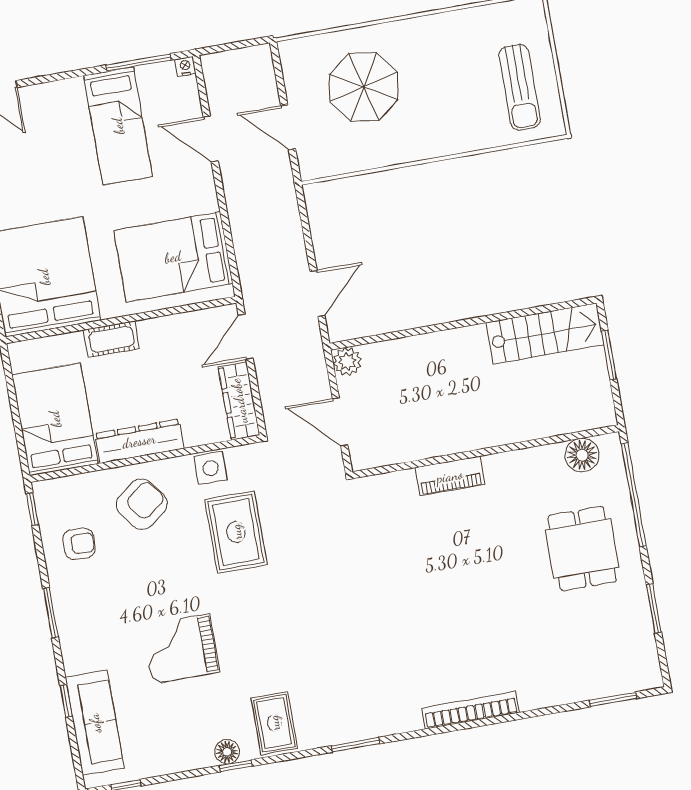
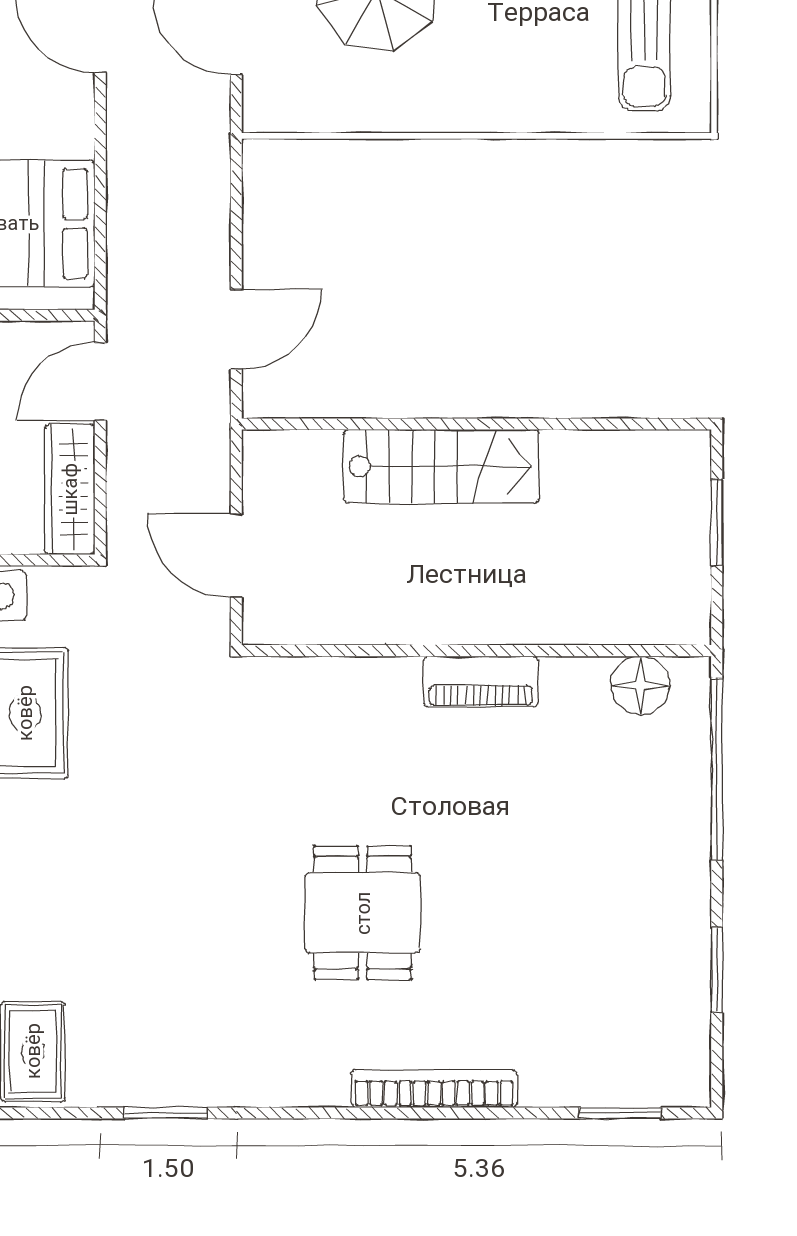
stairs: (545, 333) -> (441, 466), moved
plant: (347, 361) -> (267, 455), removed
piano: (450, 476) -> (481, 682), moved
dining table: (582, 549) -> (363, 913), moved
bookcase: (471, 710) -> (434, 1089), moved

